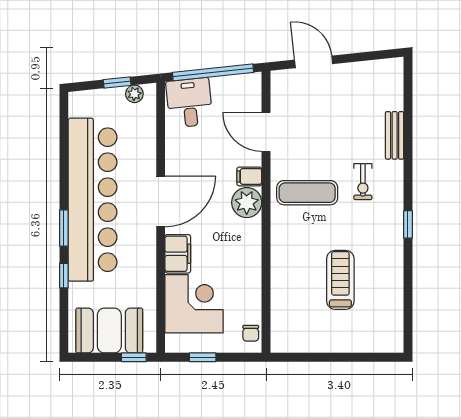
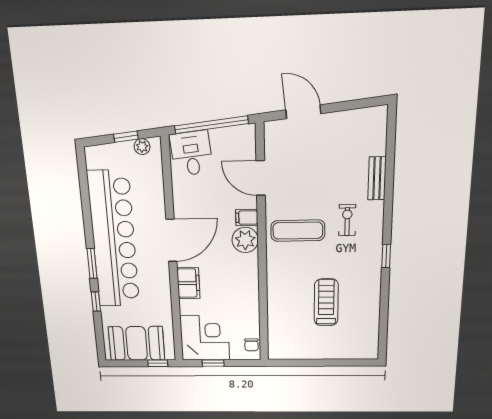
exercise bike: (363, 182) -> (347, 220), turned 180
corner desk: (194, 304) -> (205, 338), moved

